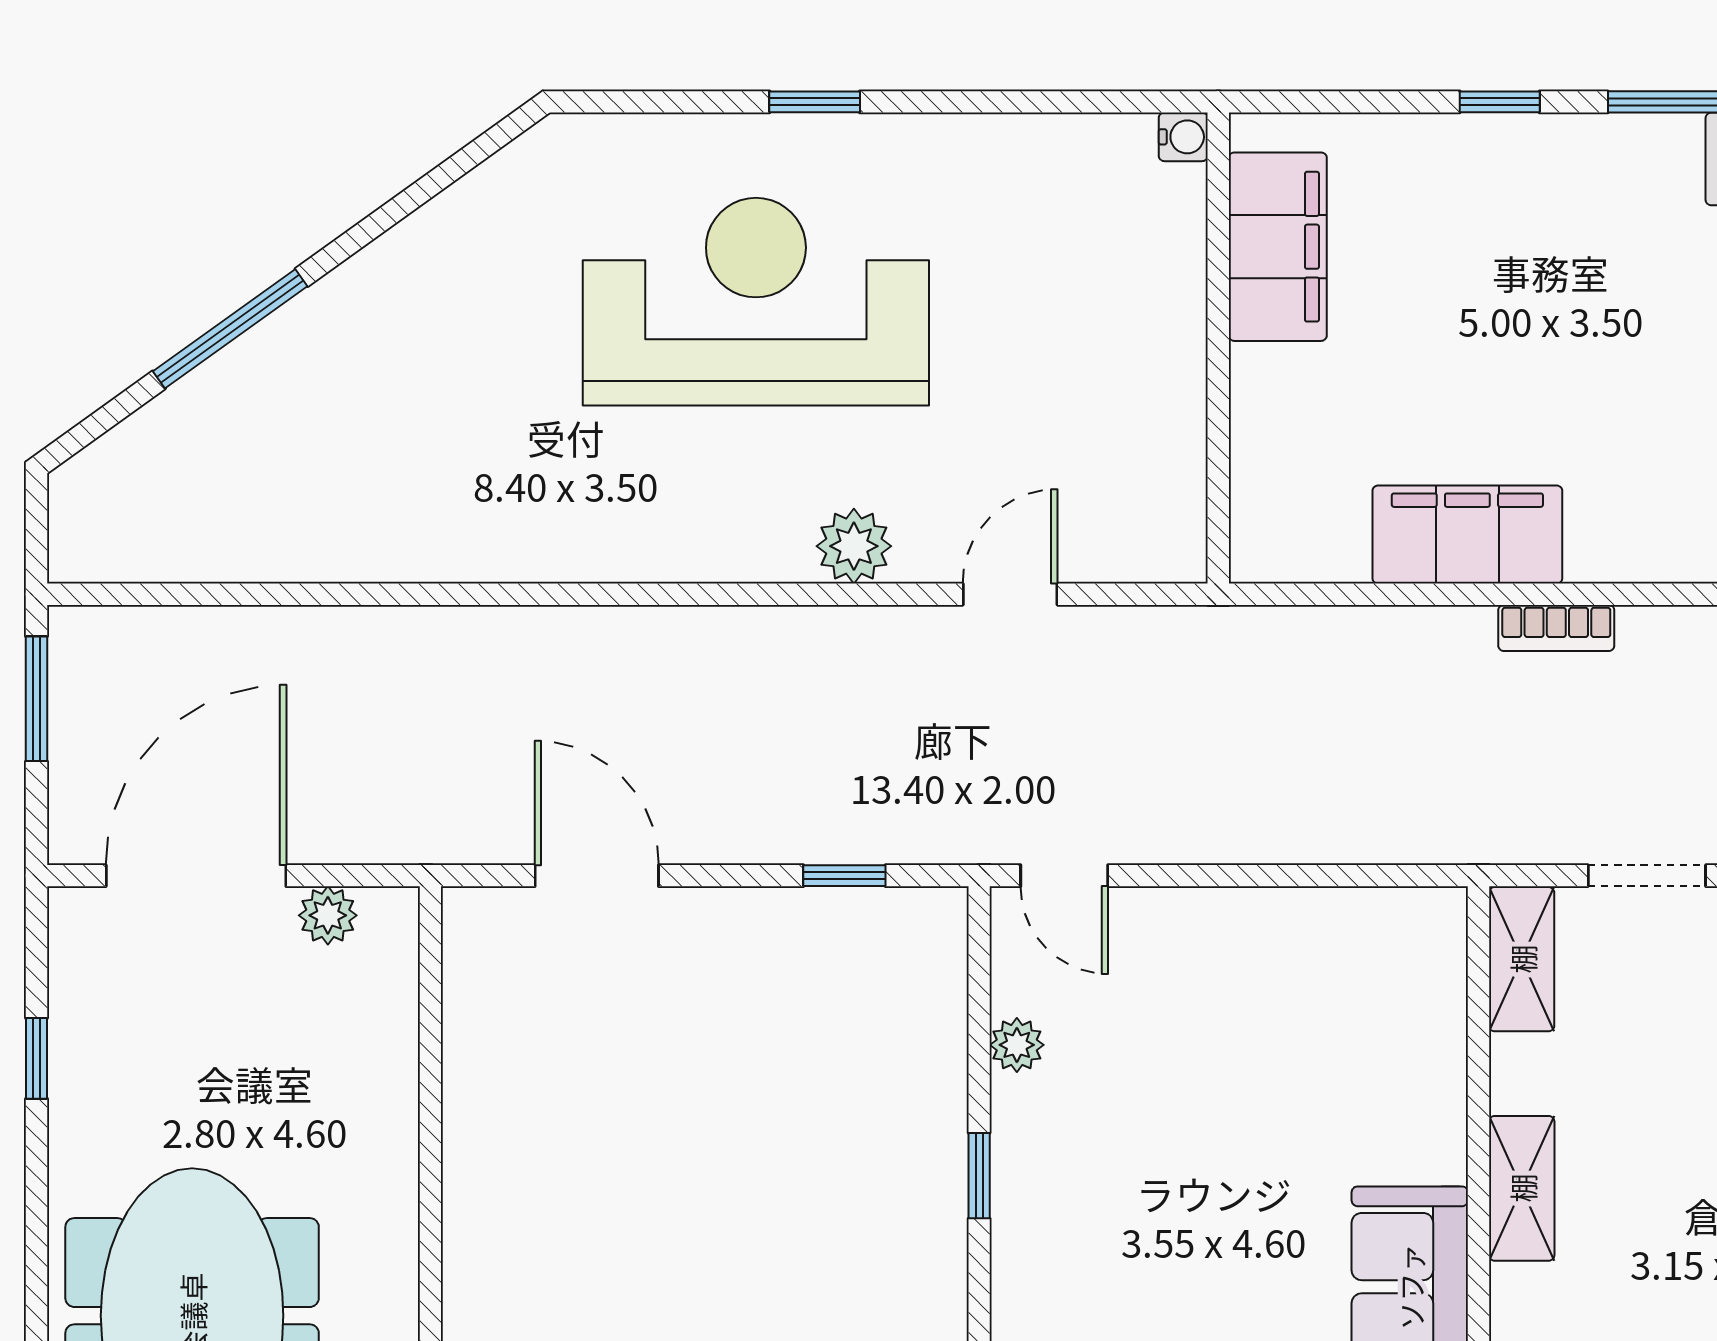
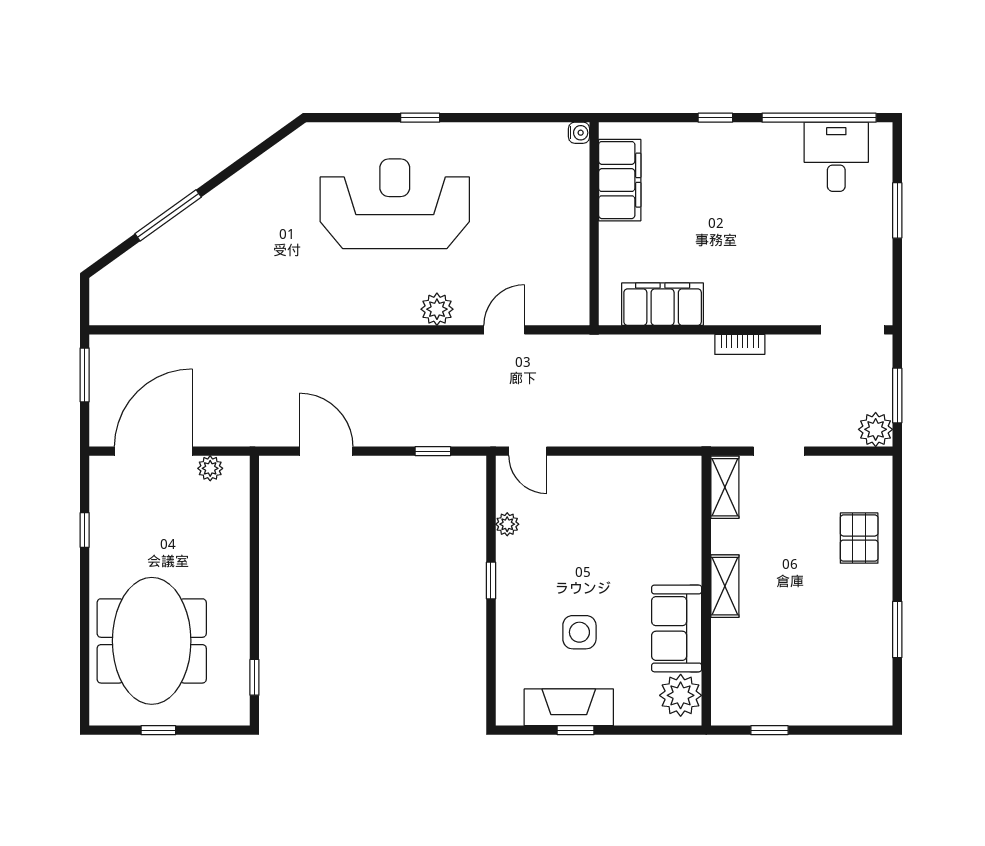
filing cabinet: (1467, 535) -> (663, 304), moved
side table: (1184, 1295) -> (579, 632), added

